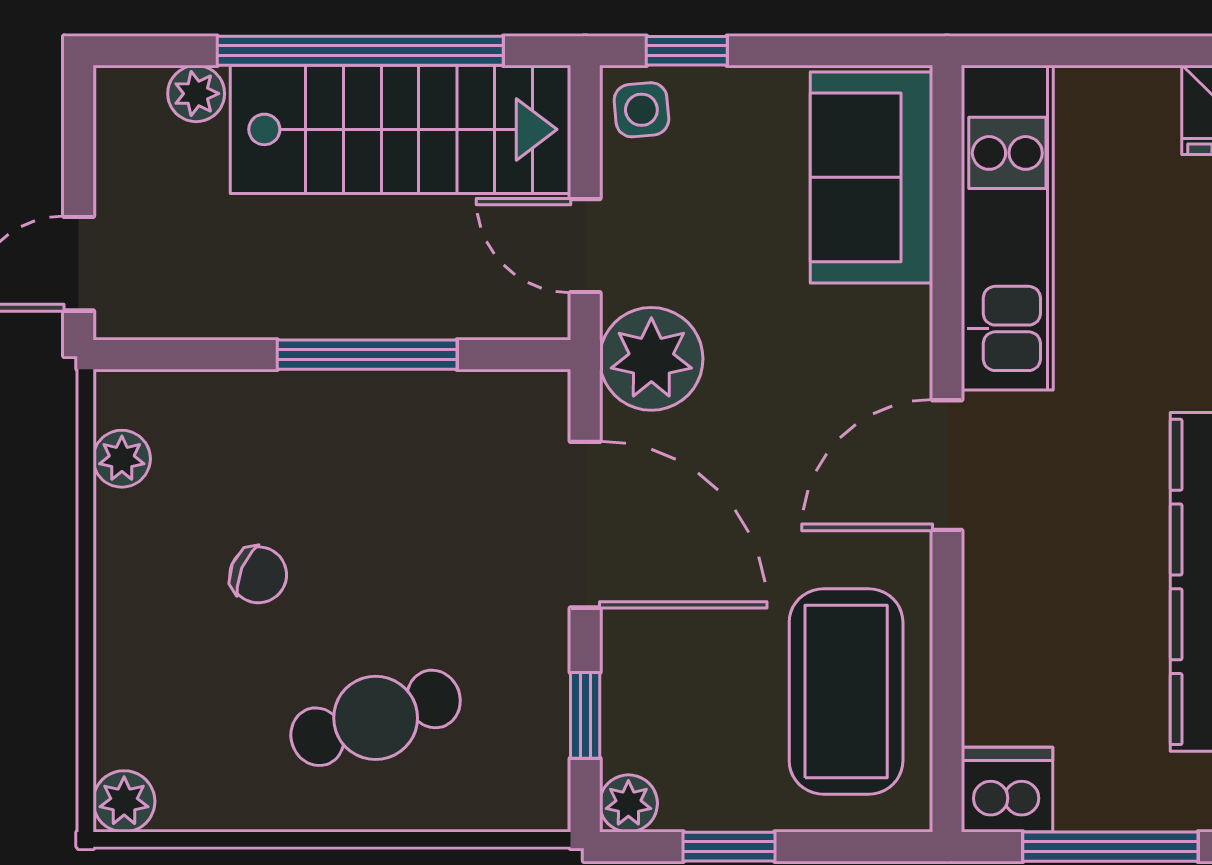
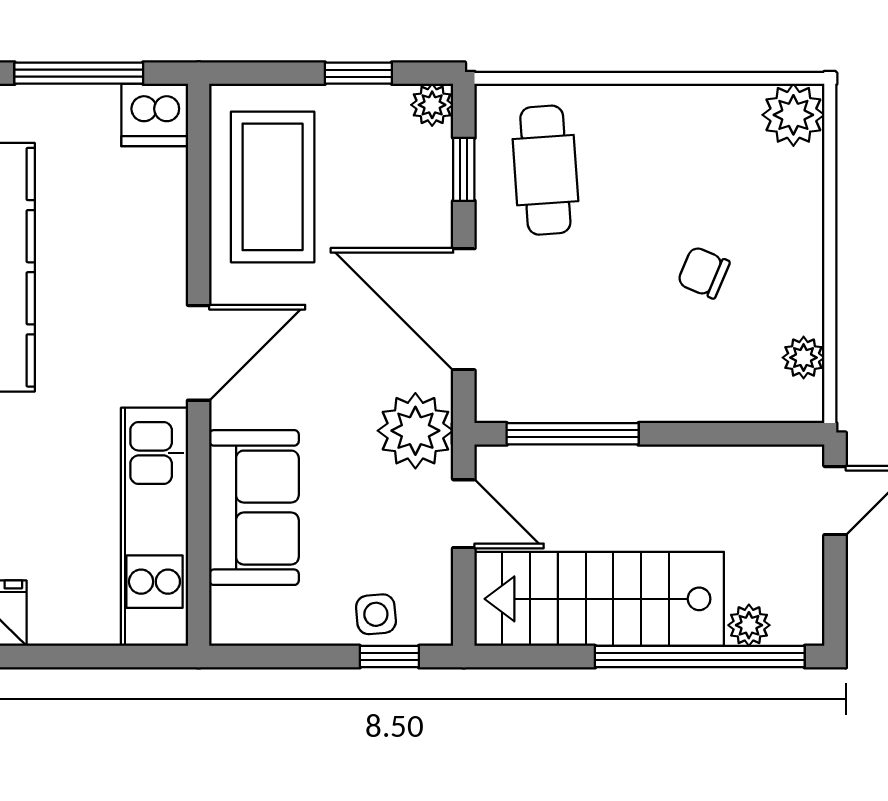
window: (360, 51) -> (700, 657), moved
side table: (641, 110) -> (376, 614), moved
sofa: (871, 177) -> (254, 508), moved
window: (367, 355) -> (573, 434), moved
cafe table: (376, 718) -> (545, 170), moved, turned -76
plant: (124, 801) -> (793, 115), width x1.38, depth x1.38

